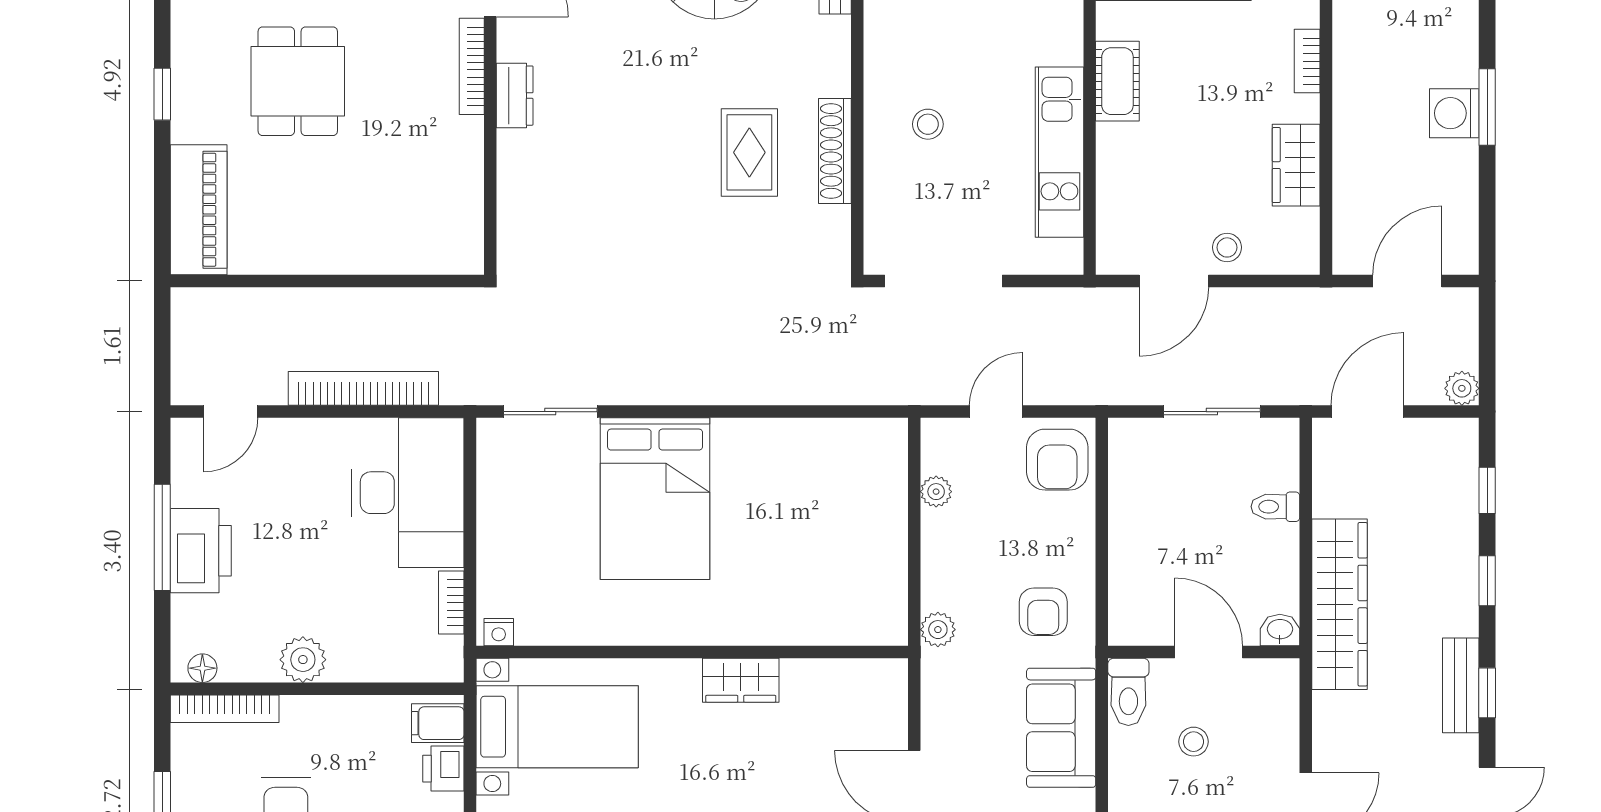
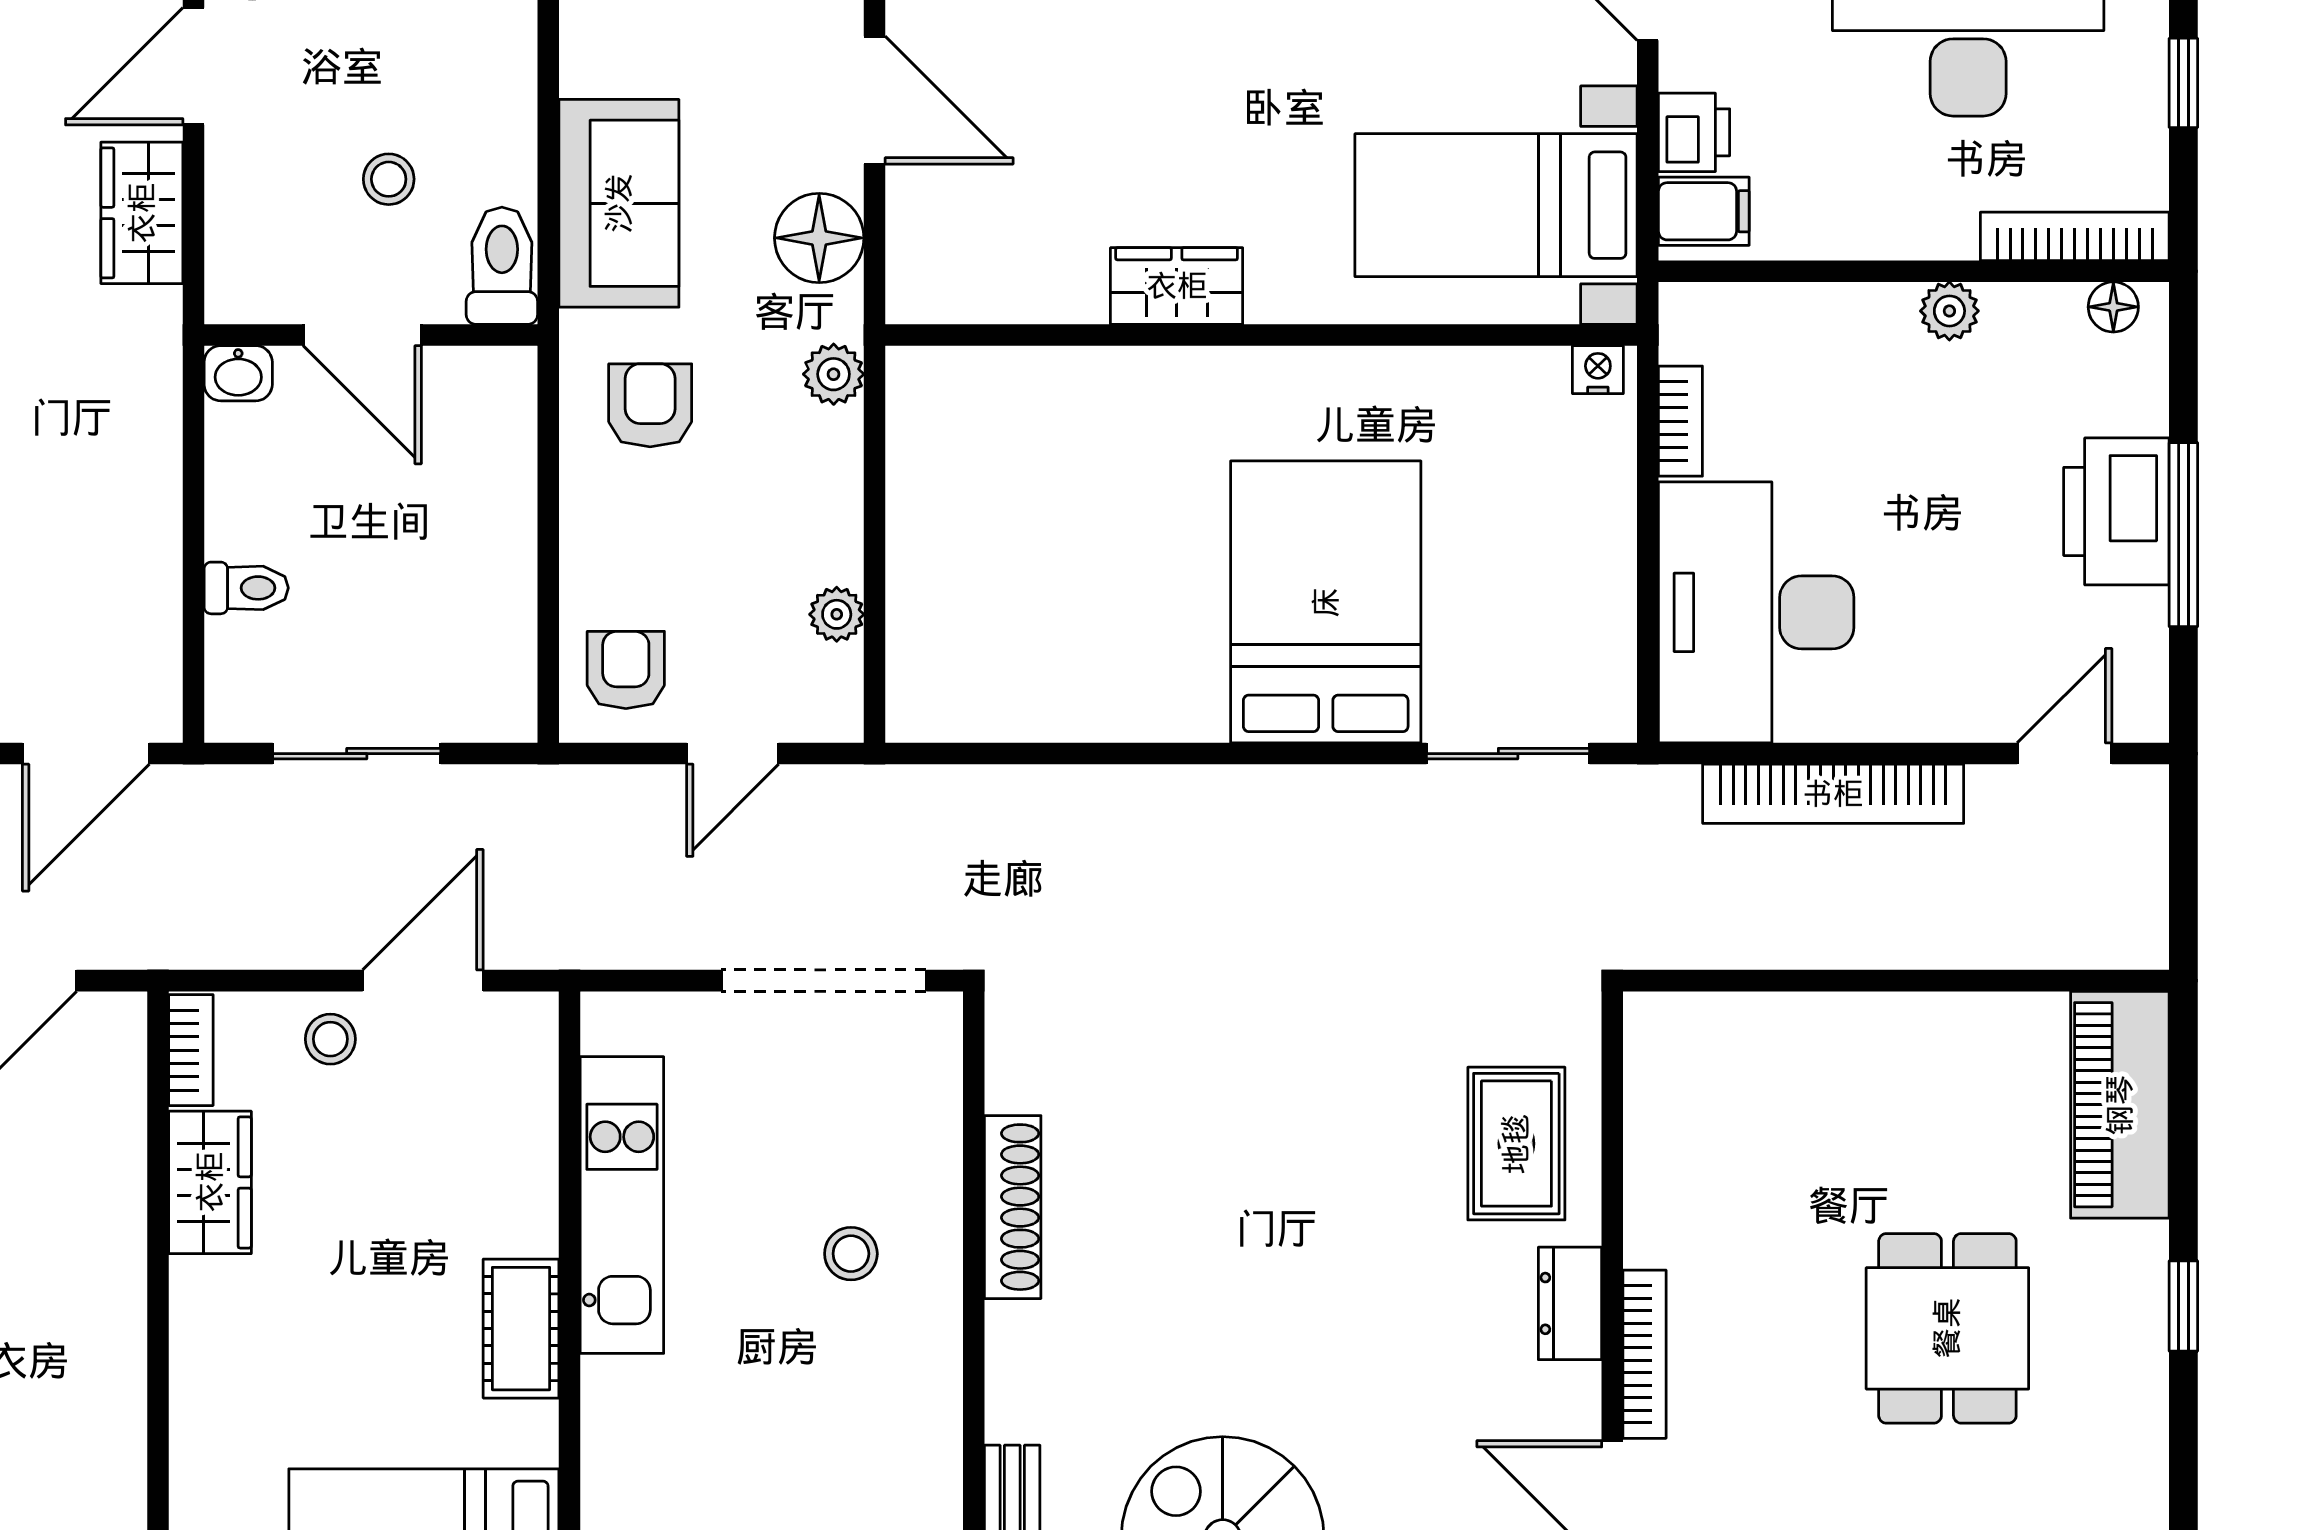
bookcase: (1307, 61) -> (191, 1050), moved
rug: (749, 152) -> (1516, 1144), moved
armchair: (1057, 460) -> (626, 670), width x0.72, depth x0.72
wardrobe: (1339, 604) -> (142, 213), moved, width x0.48, depth x0.85
plant: (303, 660) -> (1949, 311), width x0.73, depth x0.73
floor lamp: (946, 708) -> (819, 238), added

